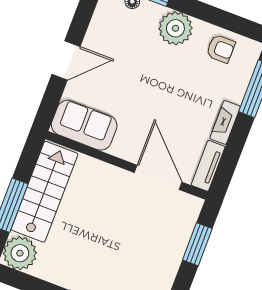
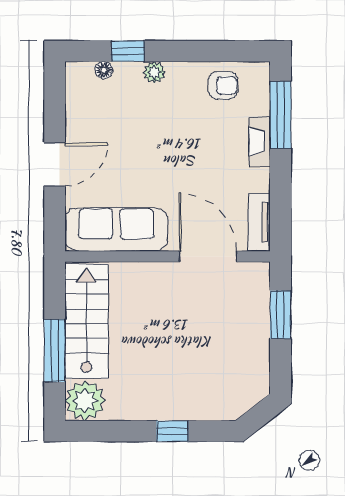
plant: (175, 28) -> (154, 72), width x0.53, depth x0.53
fireplace: (225, 122) -> (260, 141), moved
sofa: (84, 125) -> (116, 230), width x1.36

